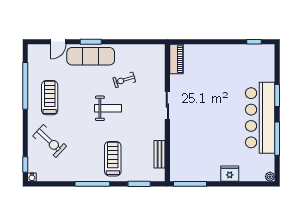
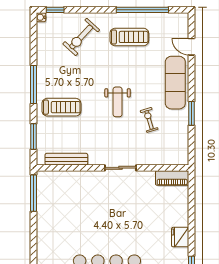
window: (91, 42) -> (192, 113), moved
bench: (160, 154) -> (66, 159), width x1.36
fridge: (230, 174) -> (180, 237), moved, turned 180

